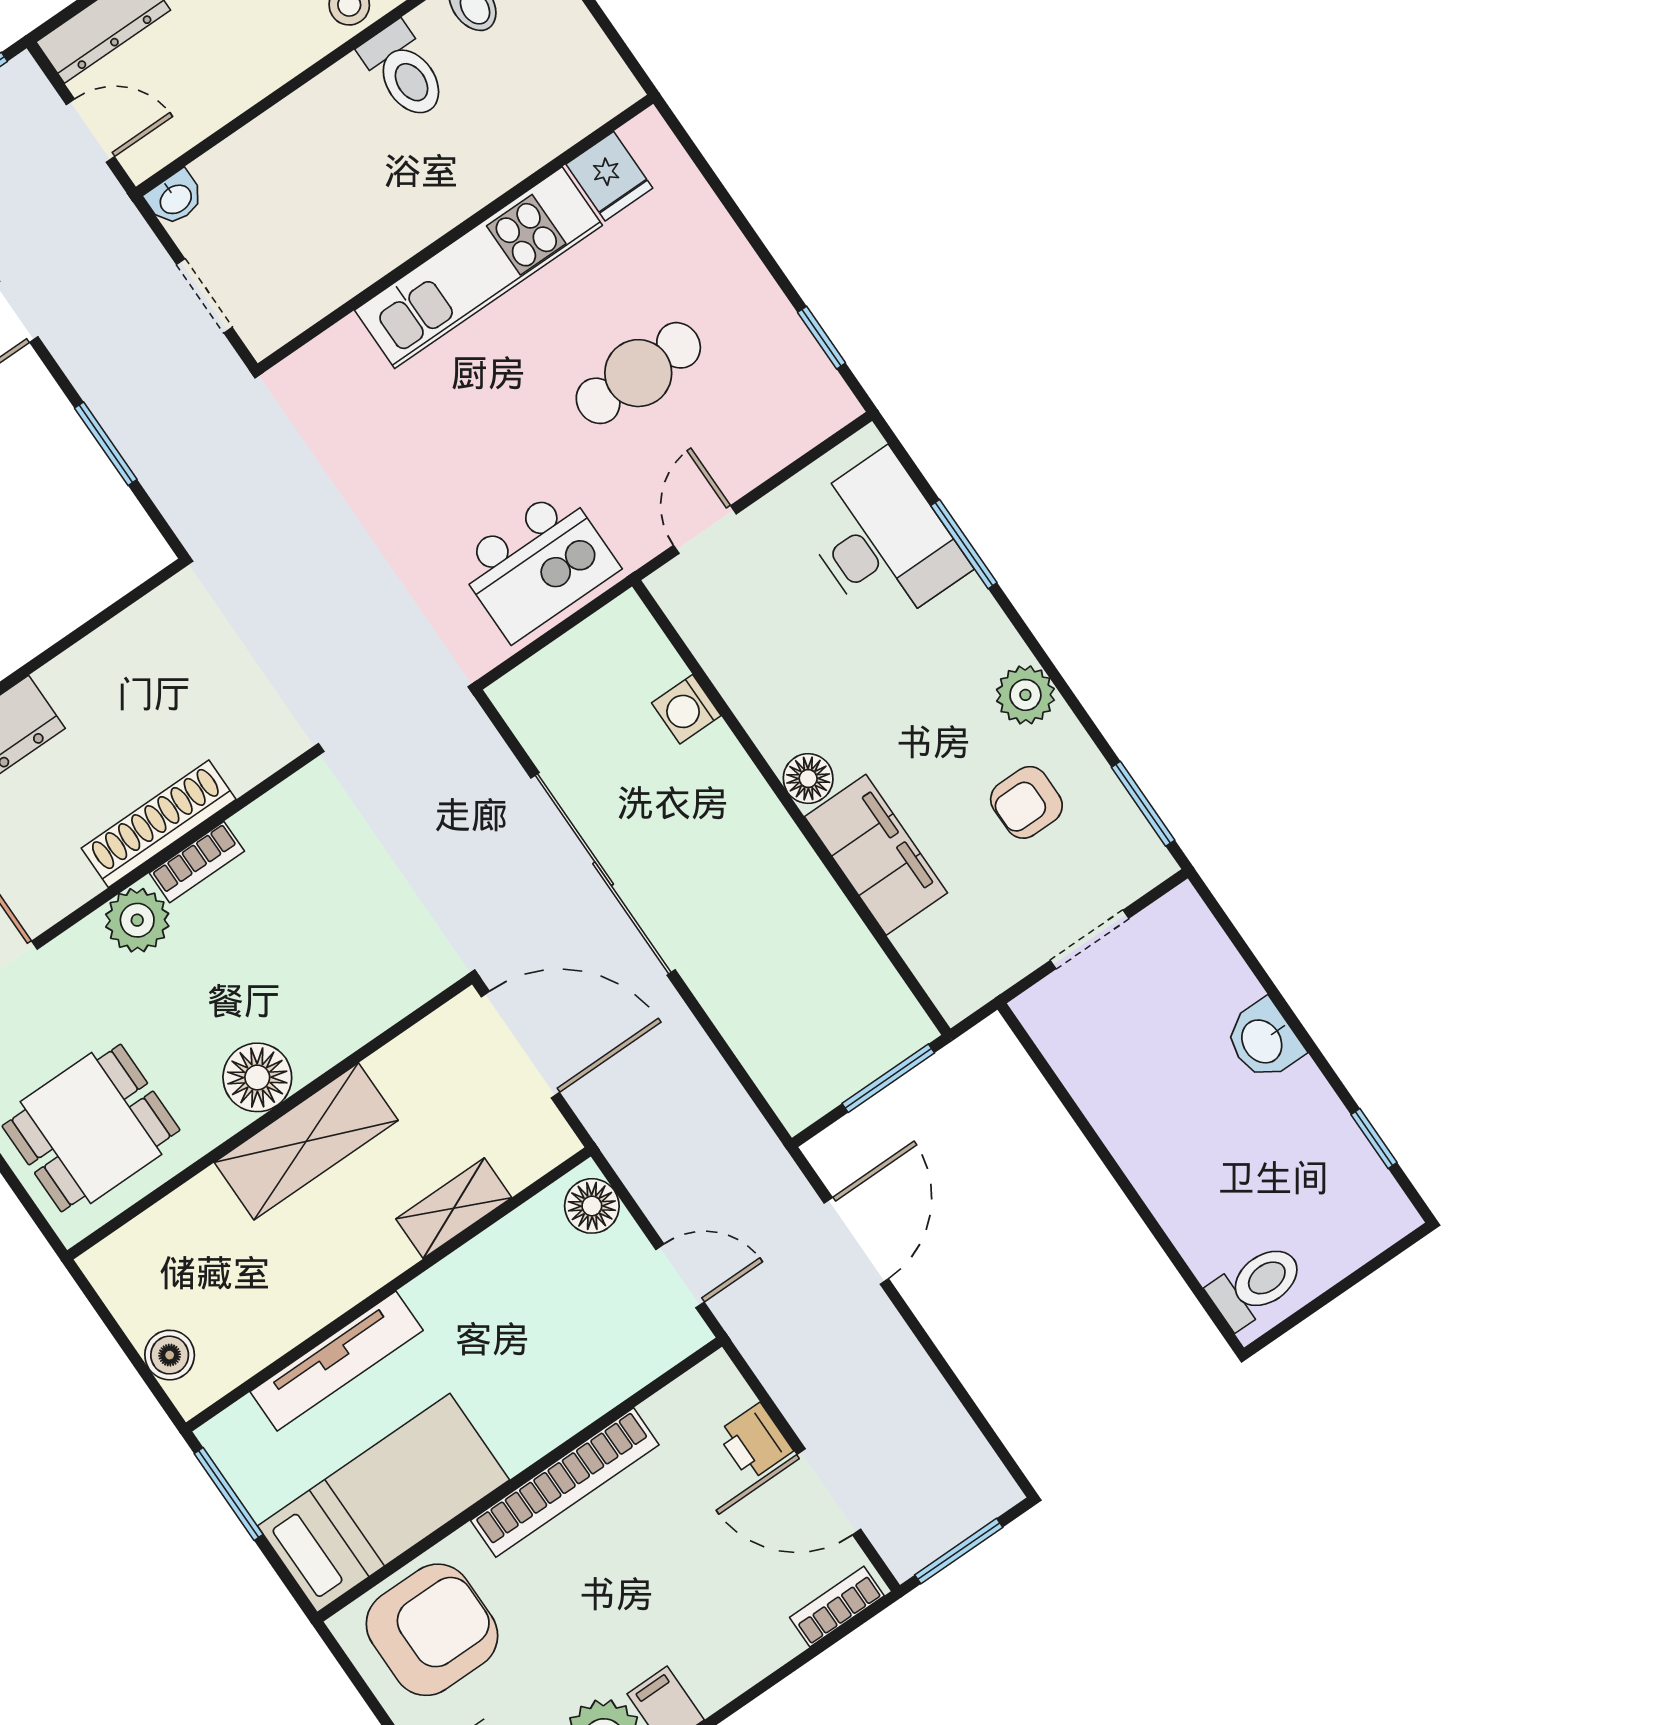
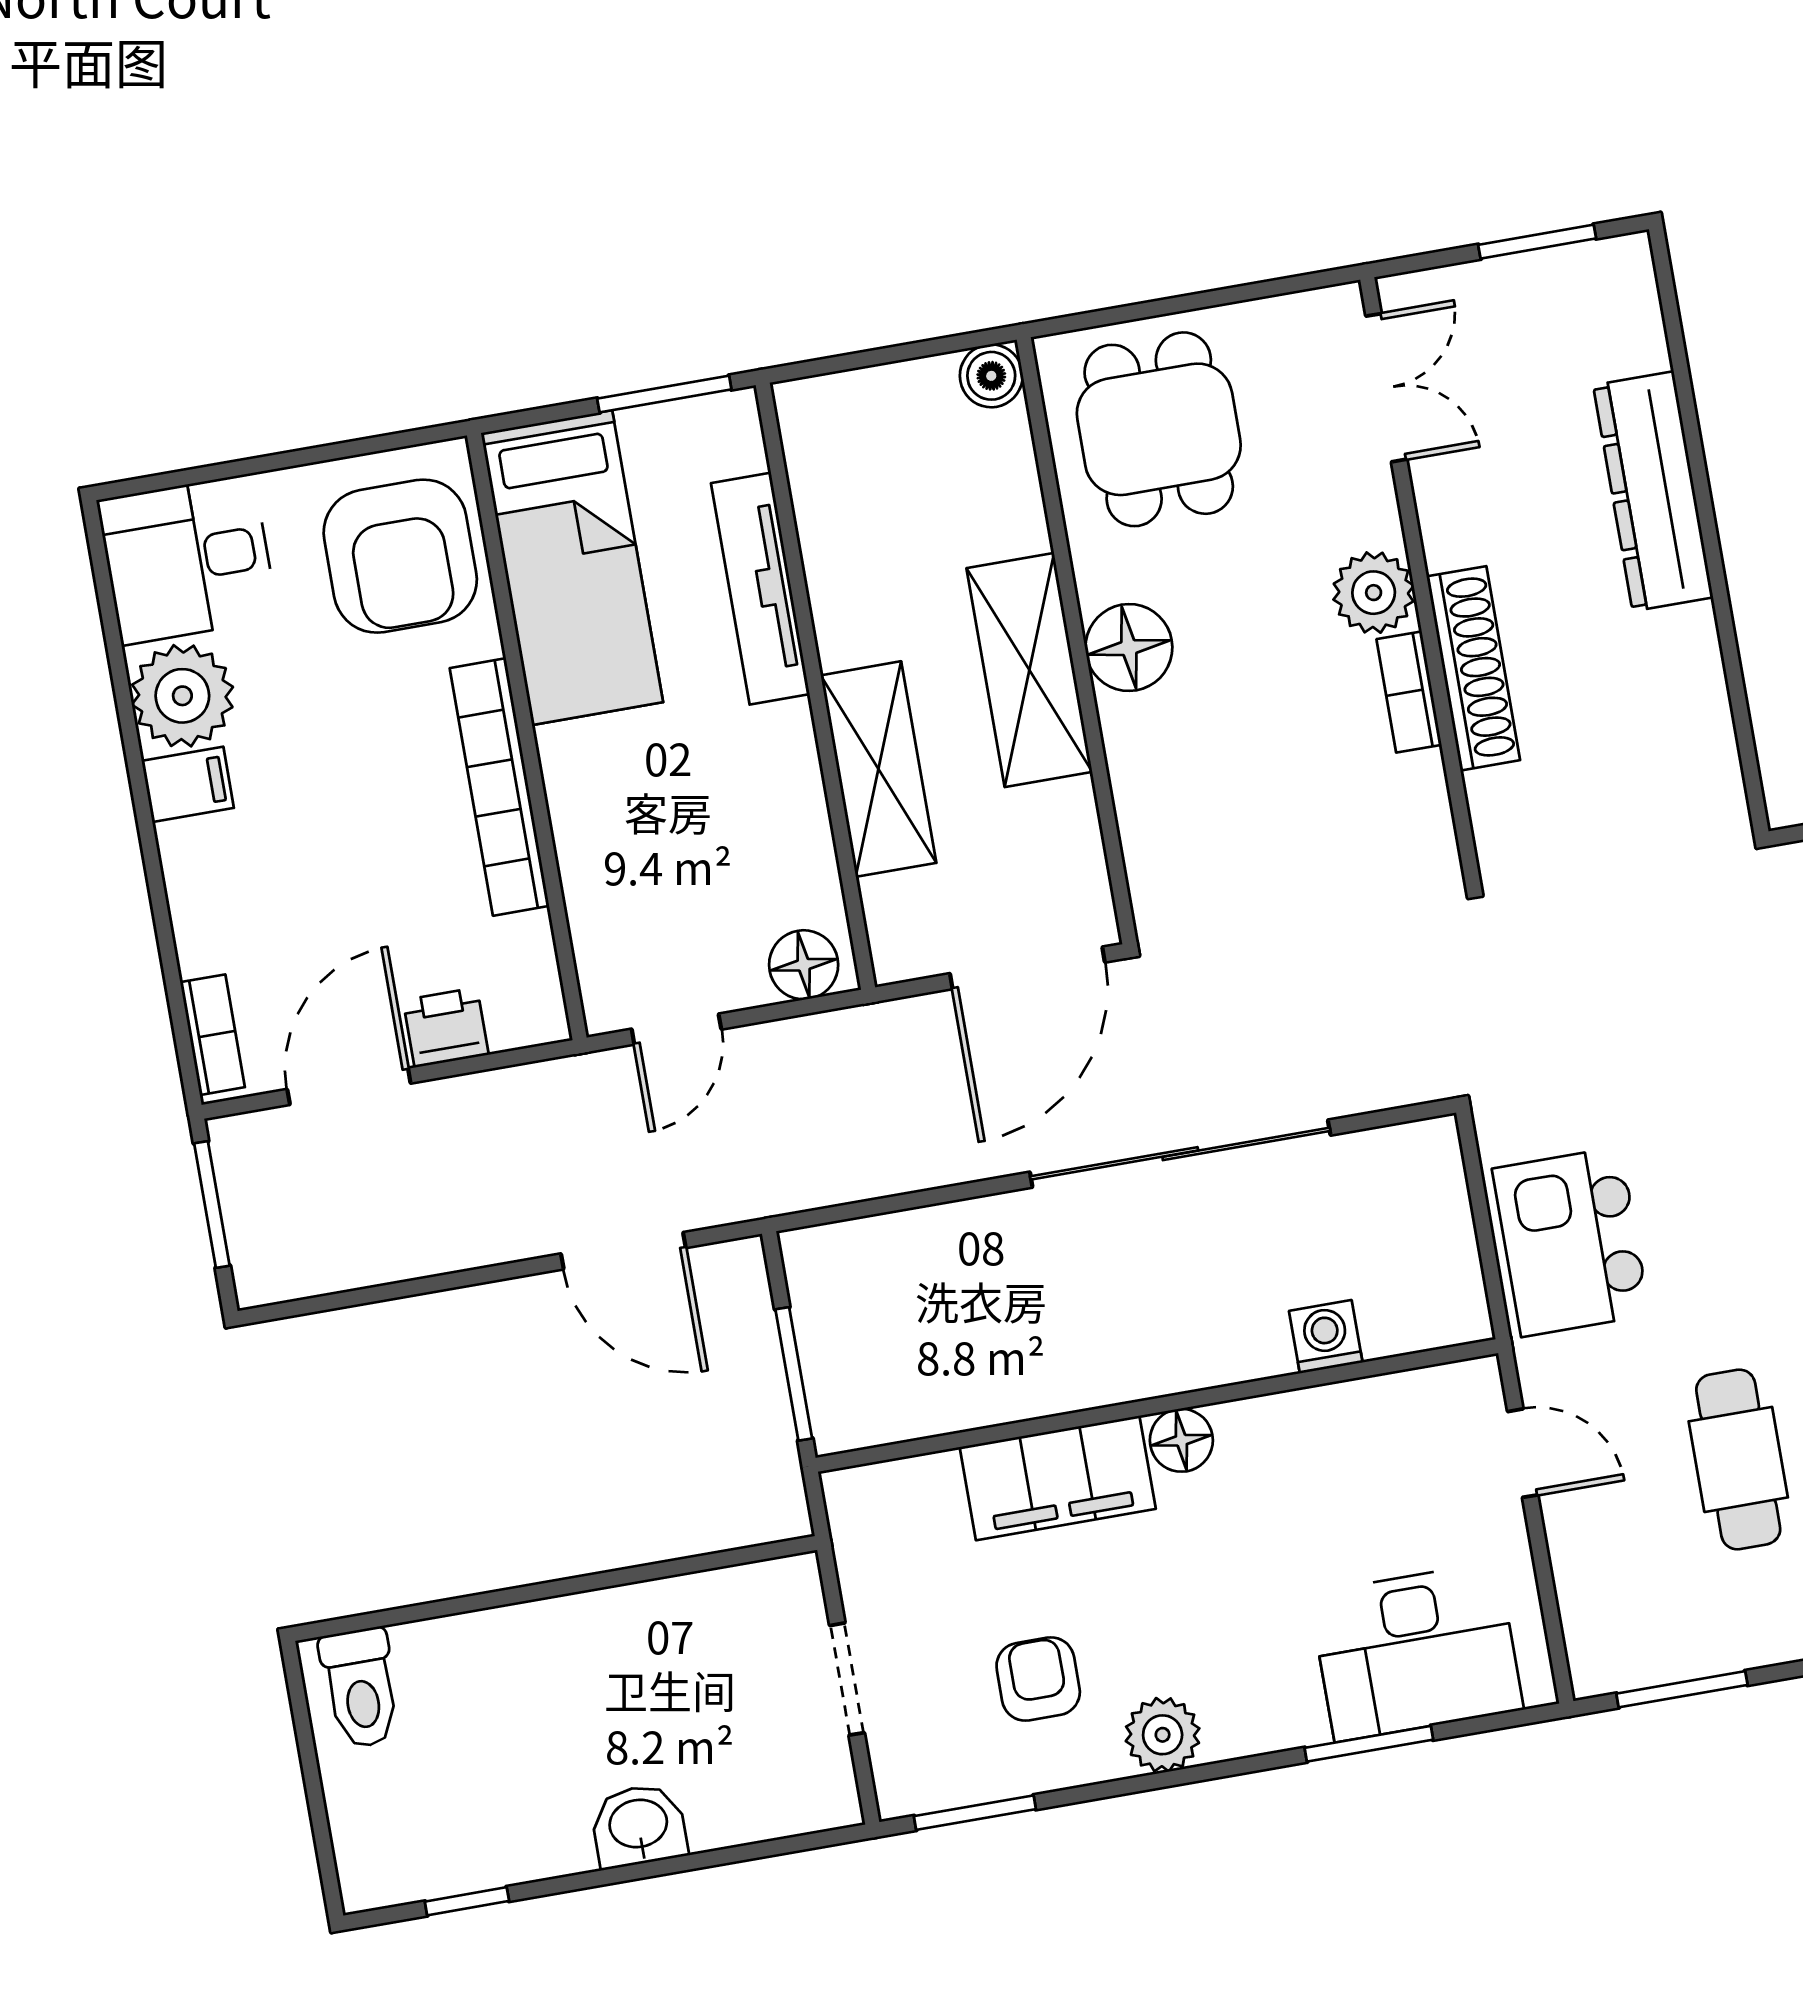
window: (822, 338) -> (1682, 1689), width x1.50
shelving: (454, 1208) -> (878, 769), width x1.50, depth x1.33
boiler: (170, 1355) -> (991, 376), moved

